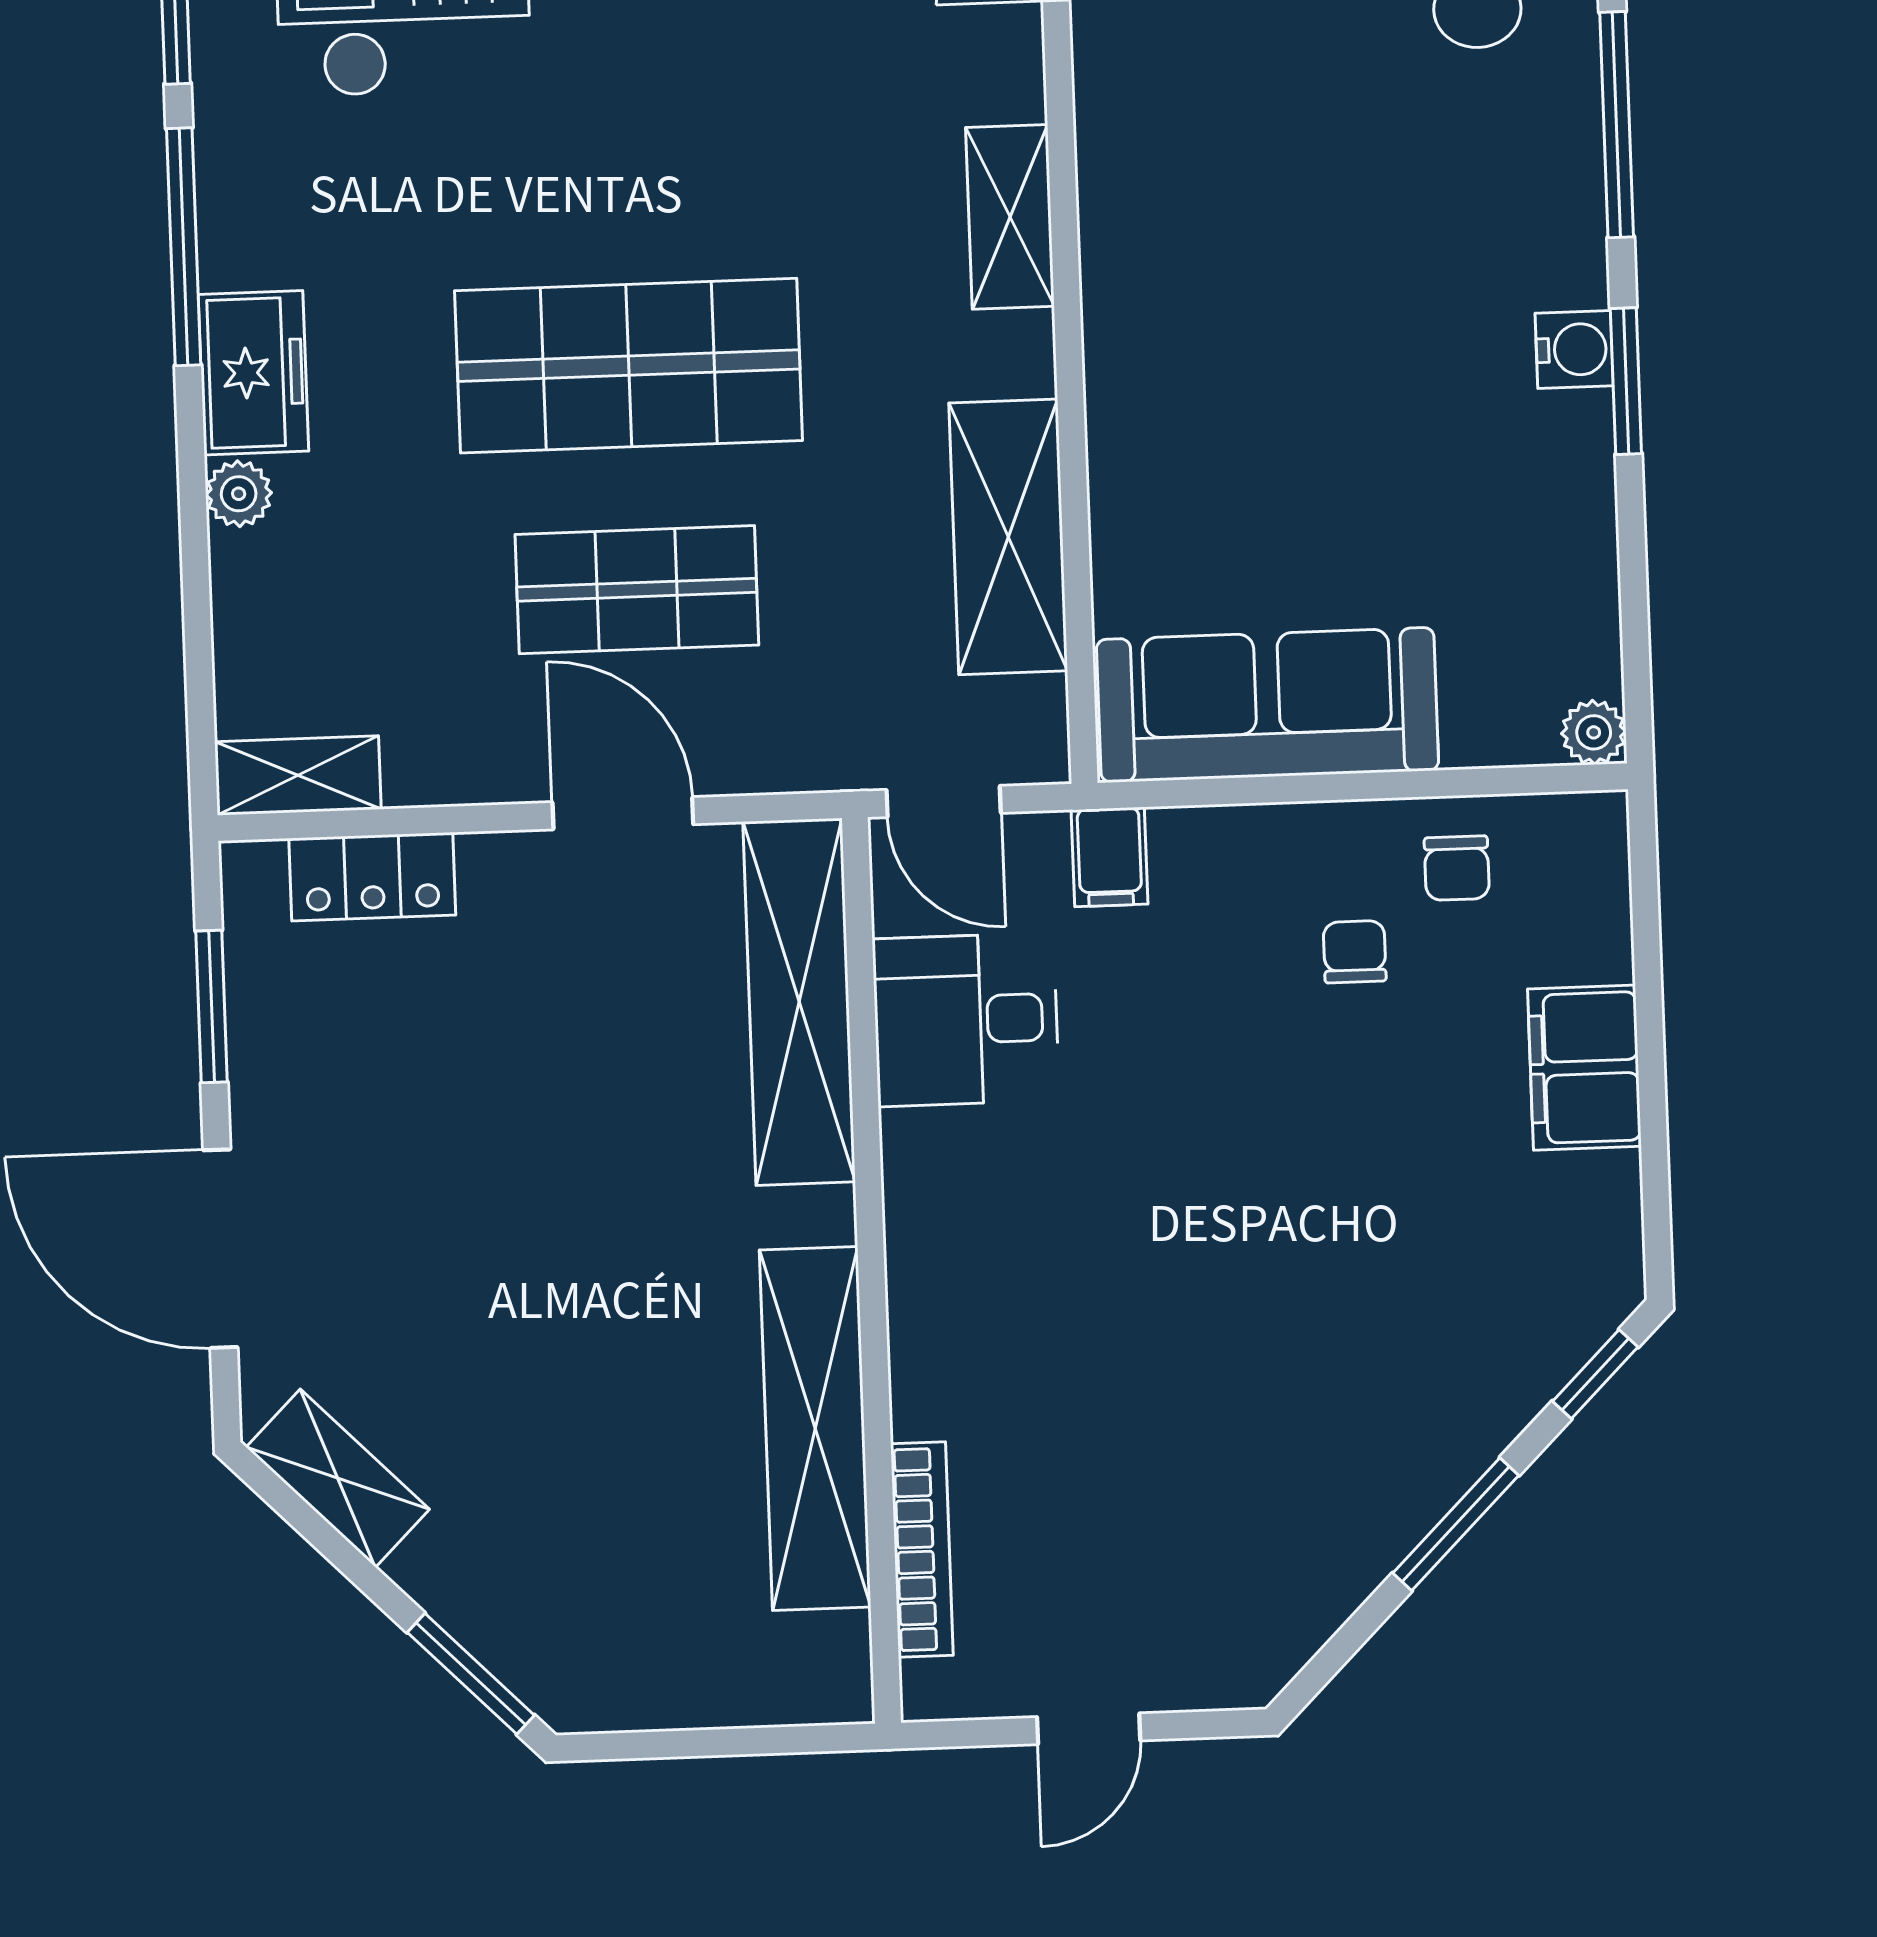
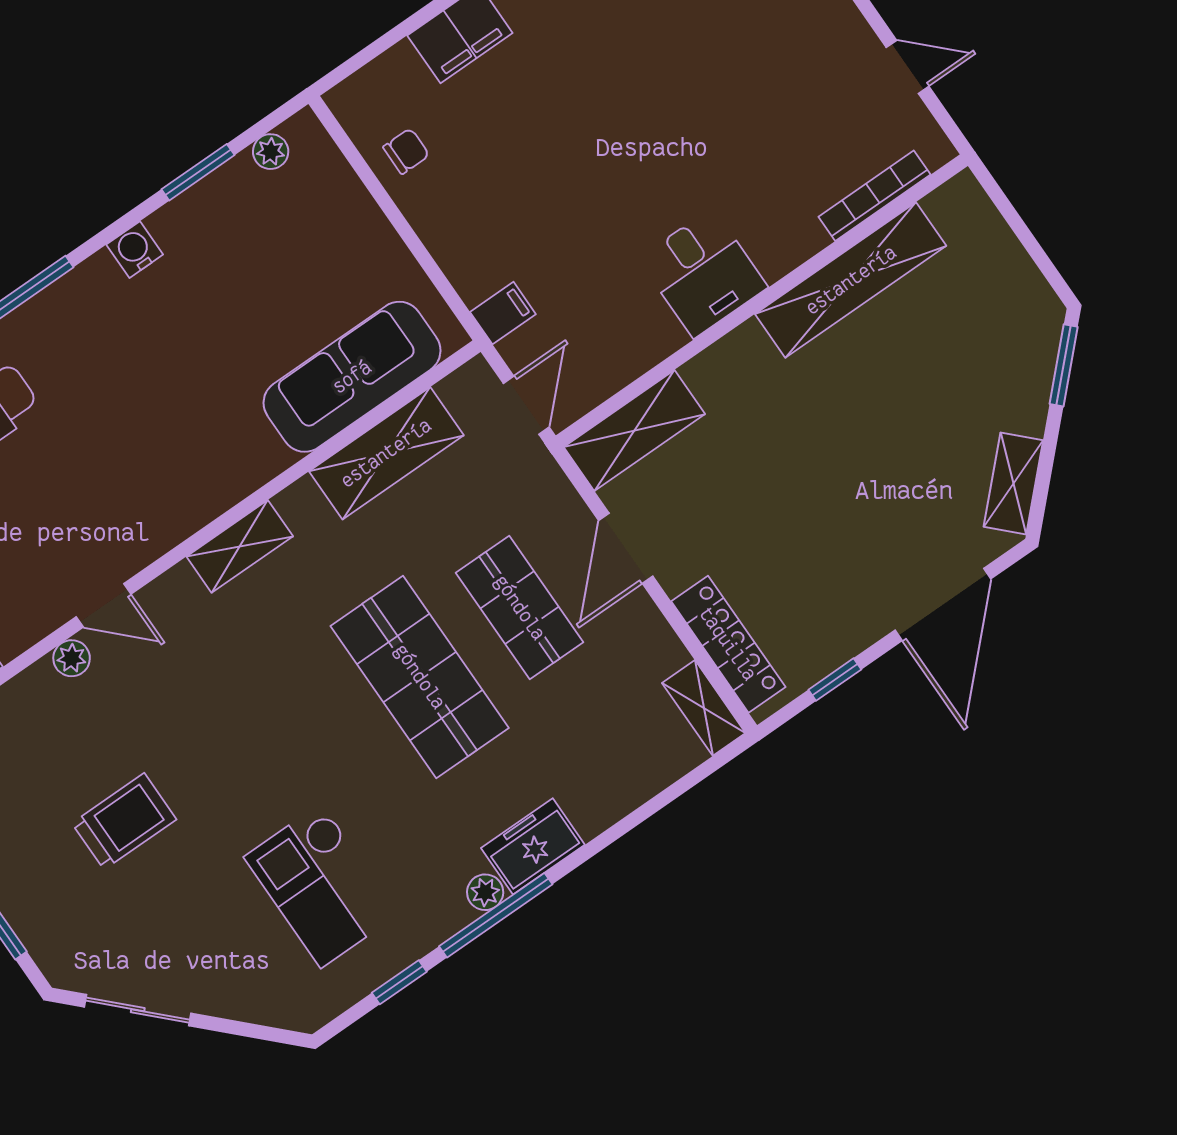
window: (1626, 381) -> (198, 172), moved
plant: (239, 494) -> (485, 892), moved
sofa: (1268, 705) -> (352, 377), moved, turned 90
plant: (1594, 732) -> (271, 152), moved
locker: (372, 877) -> (728, 644), width x1.53
chair: (1355, 952) -> (474, 173), removed
shelving: (799, 1002) -> (634, 430), width x0.68
window: (211, 1007) -> (835, 680), width x0.67
desk: (966, 1020) -> (703, 273), moved

